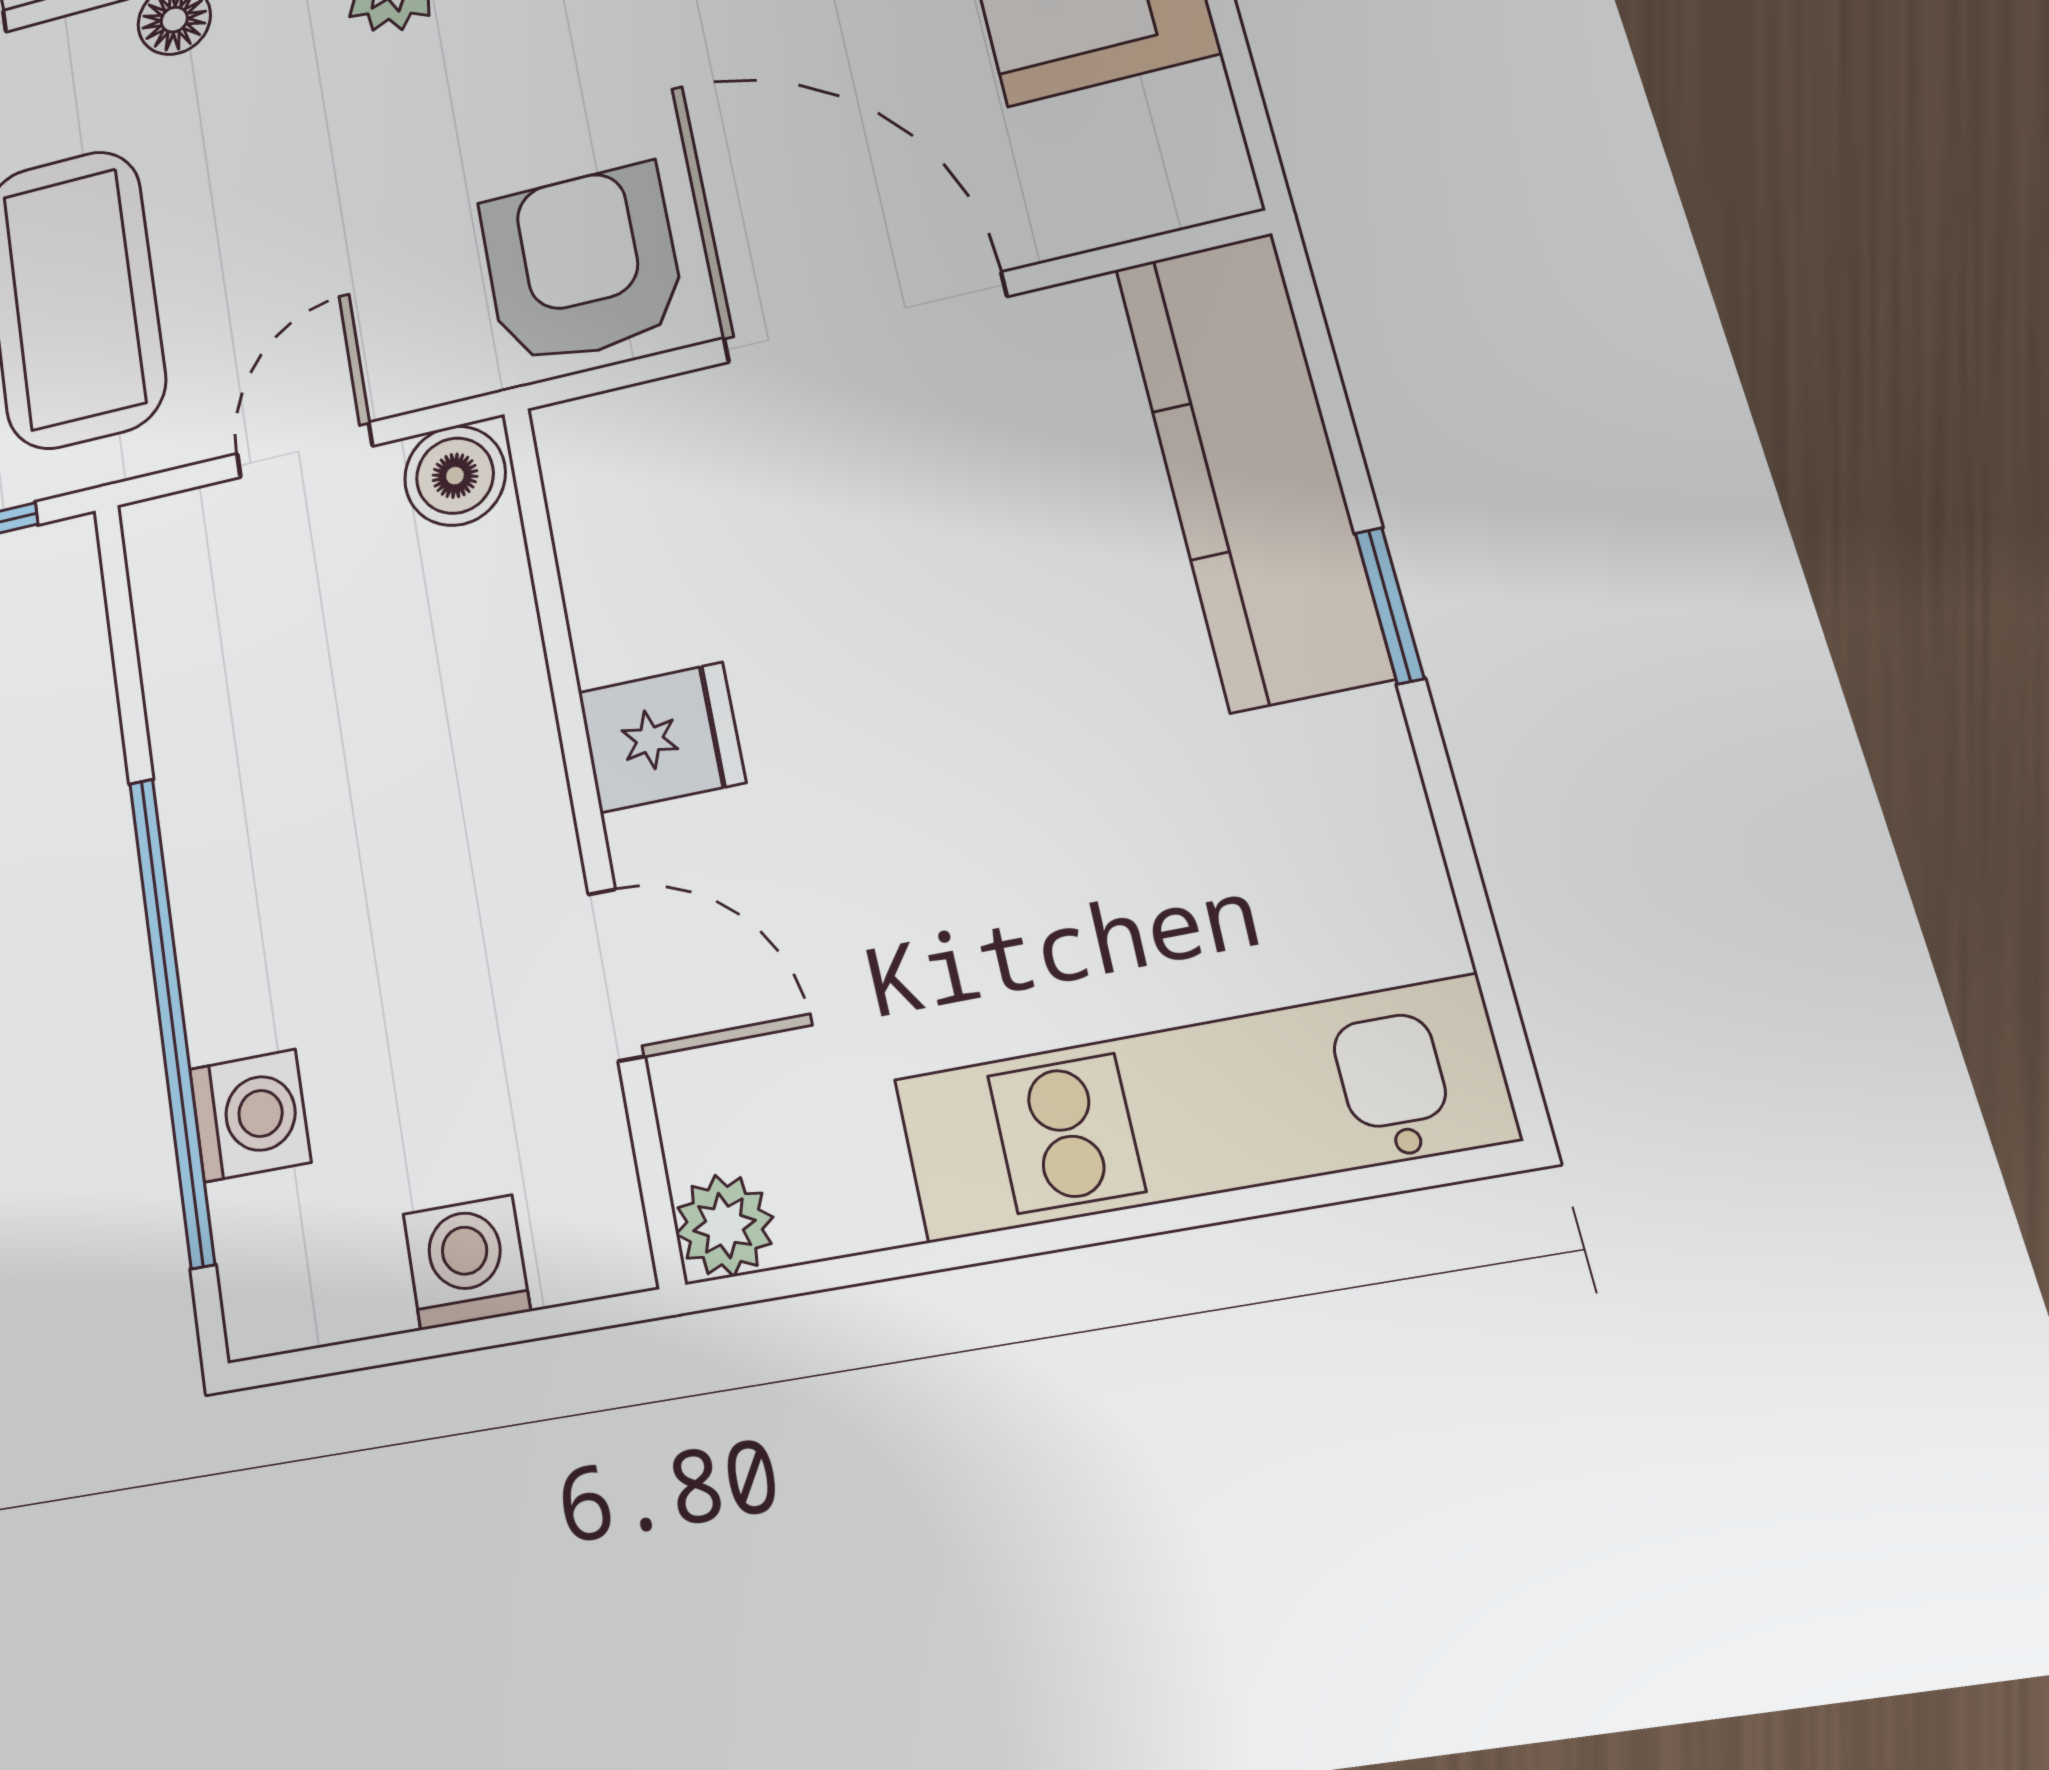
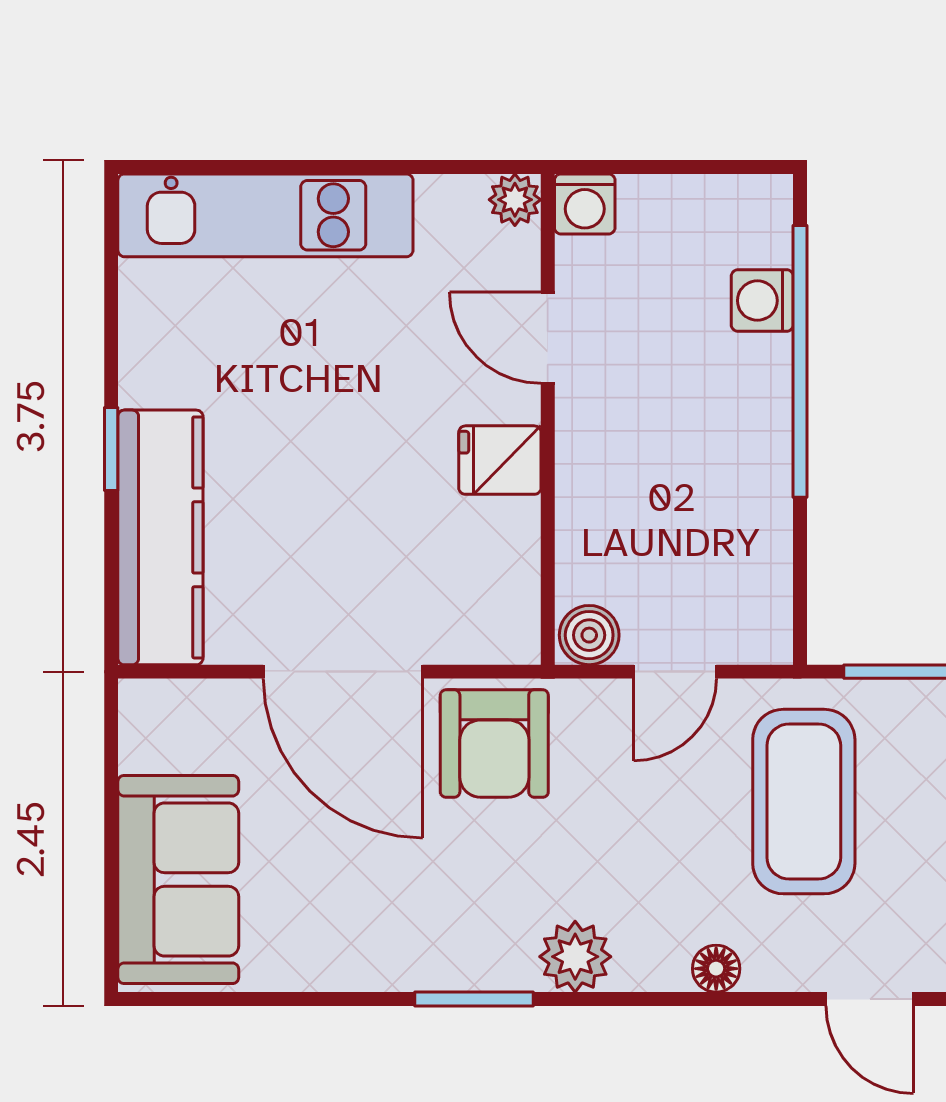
washing machine: (466, 1262) -> (585, 204), moved

